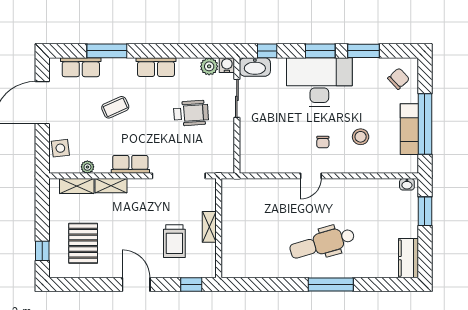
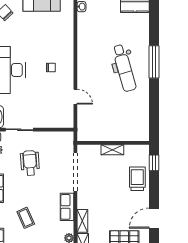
stool: (361, 137) -> (47, 40), removed
door: (311, 176) -> (75, 97), moved
trolley: (174, 241) -> (137, 179), moved, turned -90
door: (136, 284) -> (154, 218), moved

